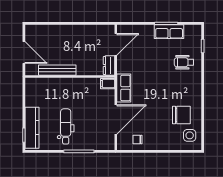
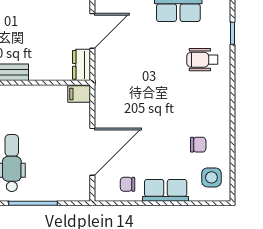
row of seats: (124, 88) -> (166, 190), moved, turned -90
chair: (181, 115) -> (198, 145), width x0.54, depth x0.54

